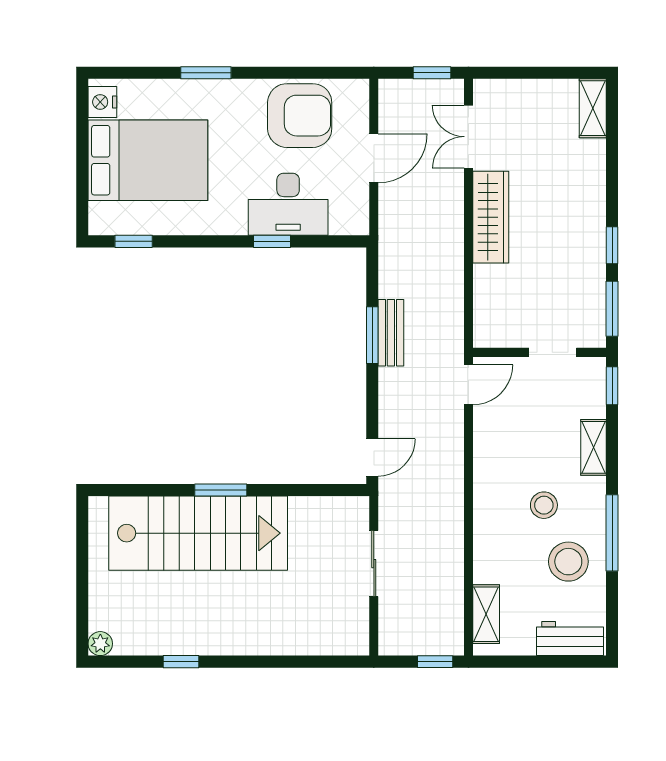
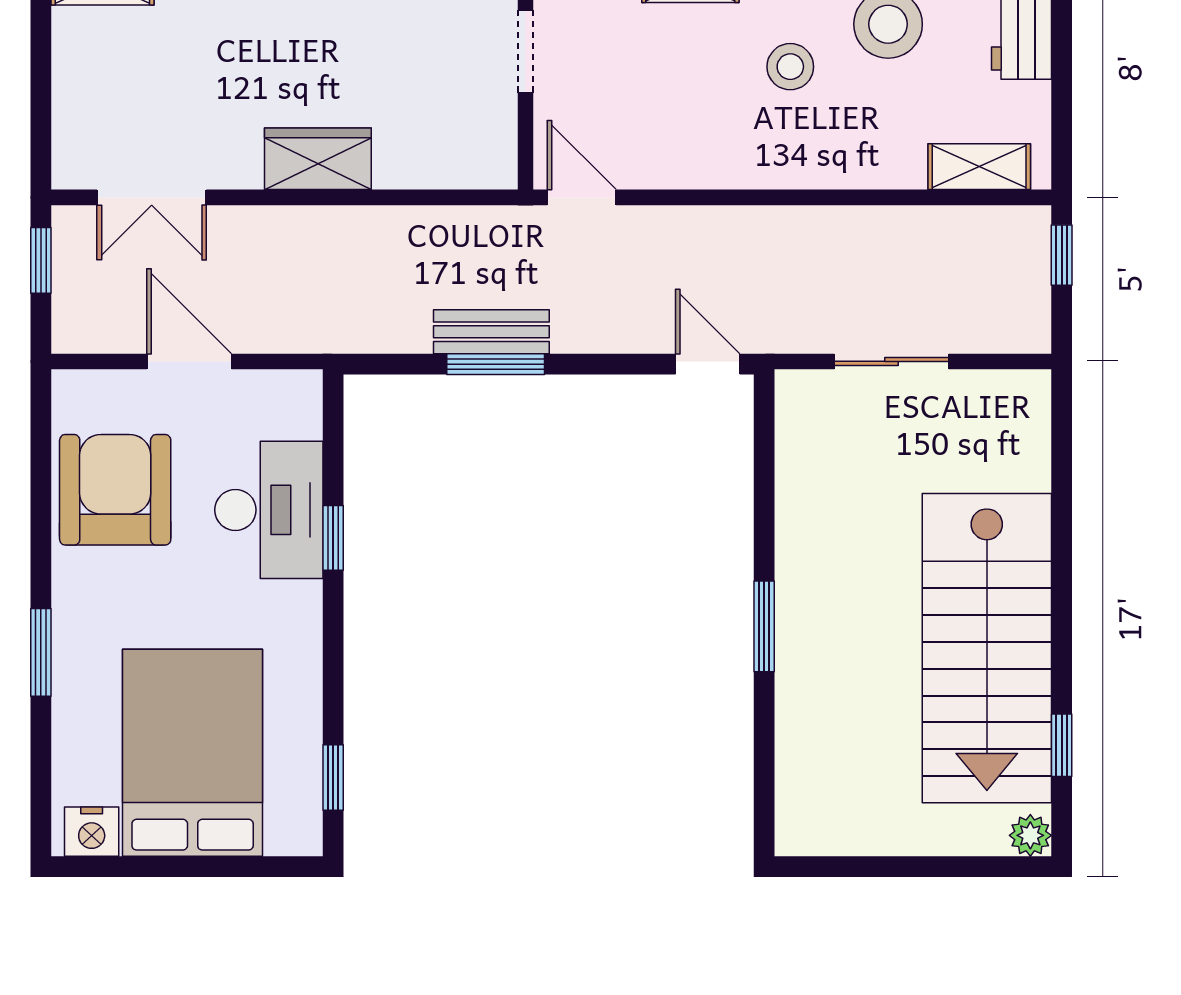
wardrobe: (491, 217) -> (318, 159), width x0.67
stairs: (198, 533) -> (987, 648), moved, turned 180
window: (181, 662) -> (1062, 745), moved

